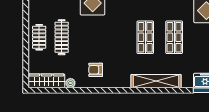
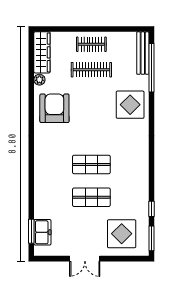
armchair: (96, 70) -> (54, 108), width x1.88, depth x1.88
shelving: (156, 81) -> (42, 177), removed

